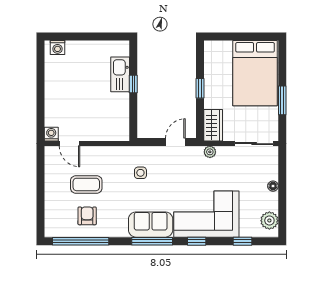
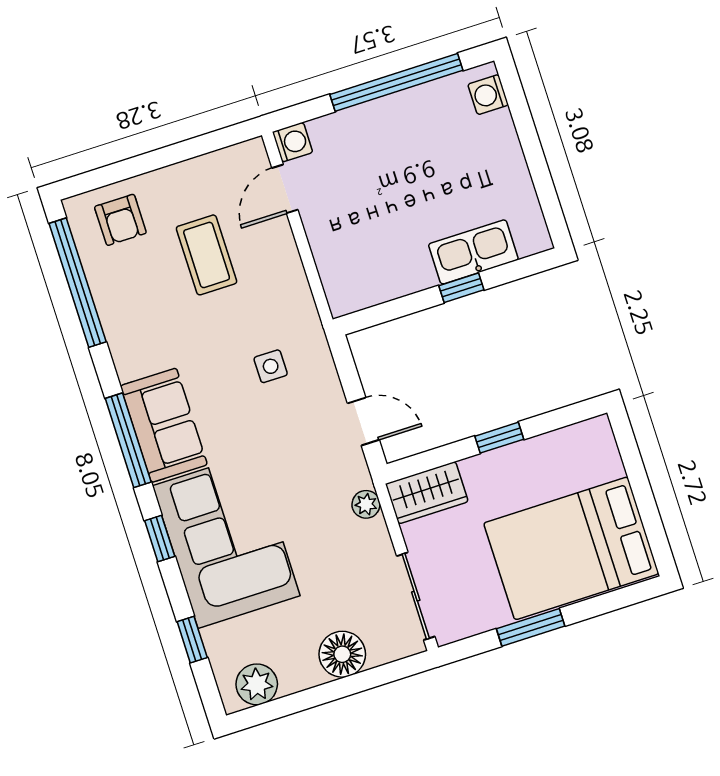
window: (40, 84) -> (396, 82), added
floor lamp: (273, 186) -> (342, 654), width x1.89, depth x1.89
armchair: (87, 216) -> (120, 220), moved, turned 90

